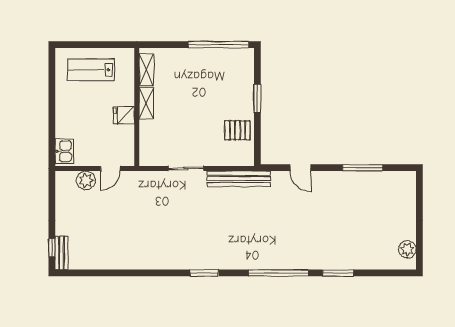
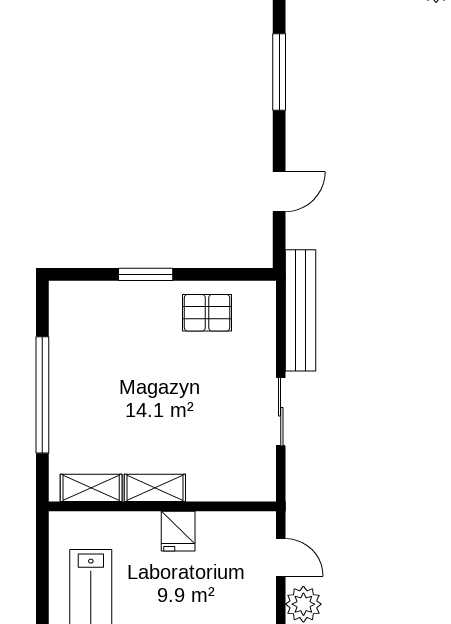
window: (218, 45) -> (42, 395), moved
pallet: (237, 130) -> (207, 313), turned 90

